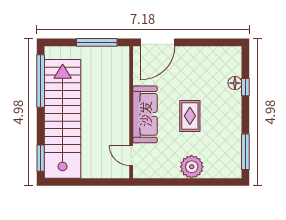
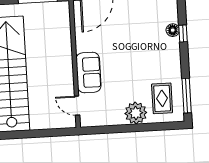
sofa: (145, 114) -> (89, 72), width x0.73
rug: (190, 116) -> (162, 98), moved

